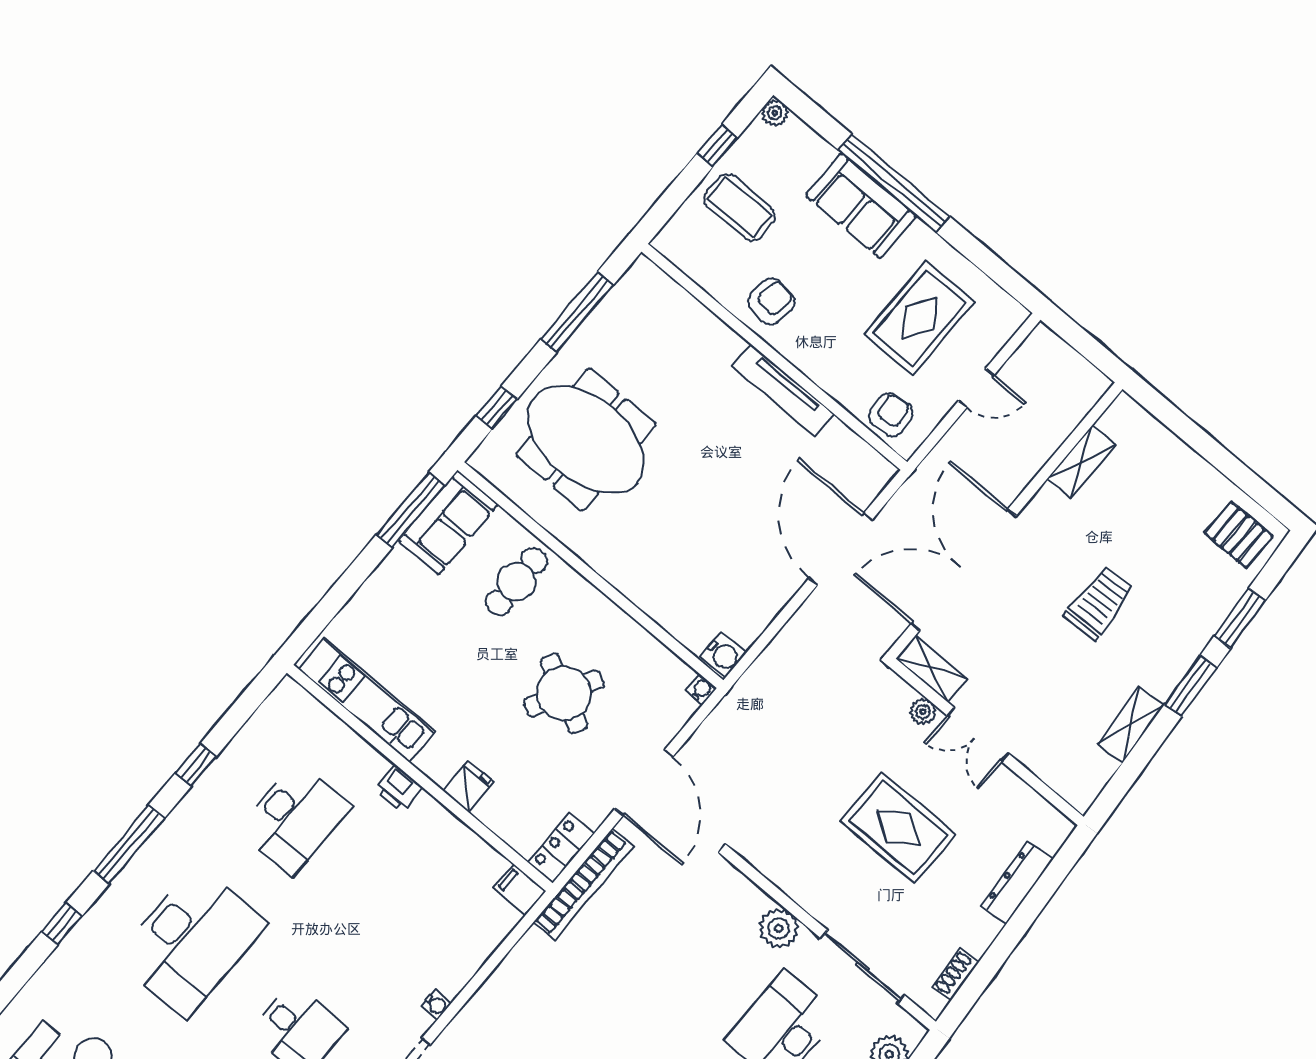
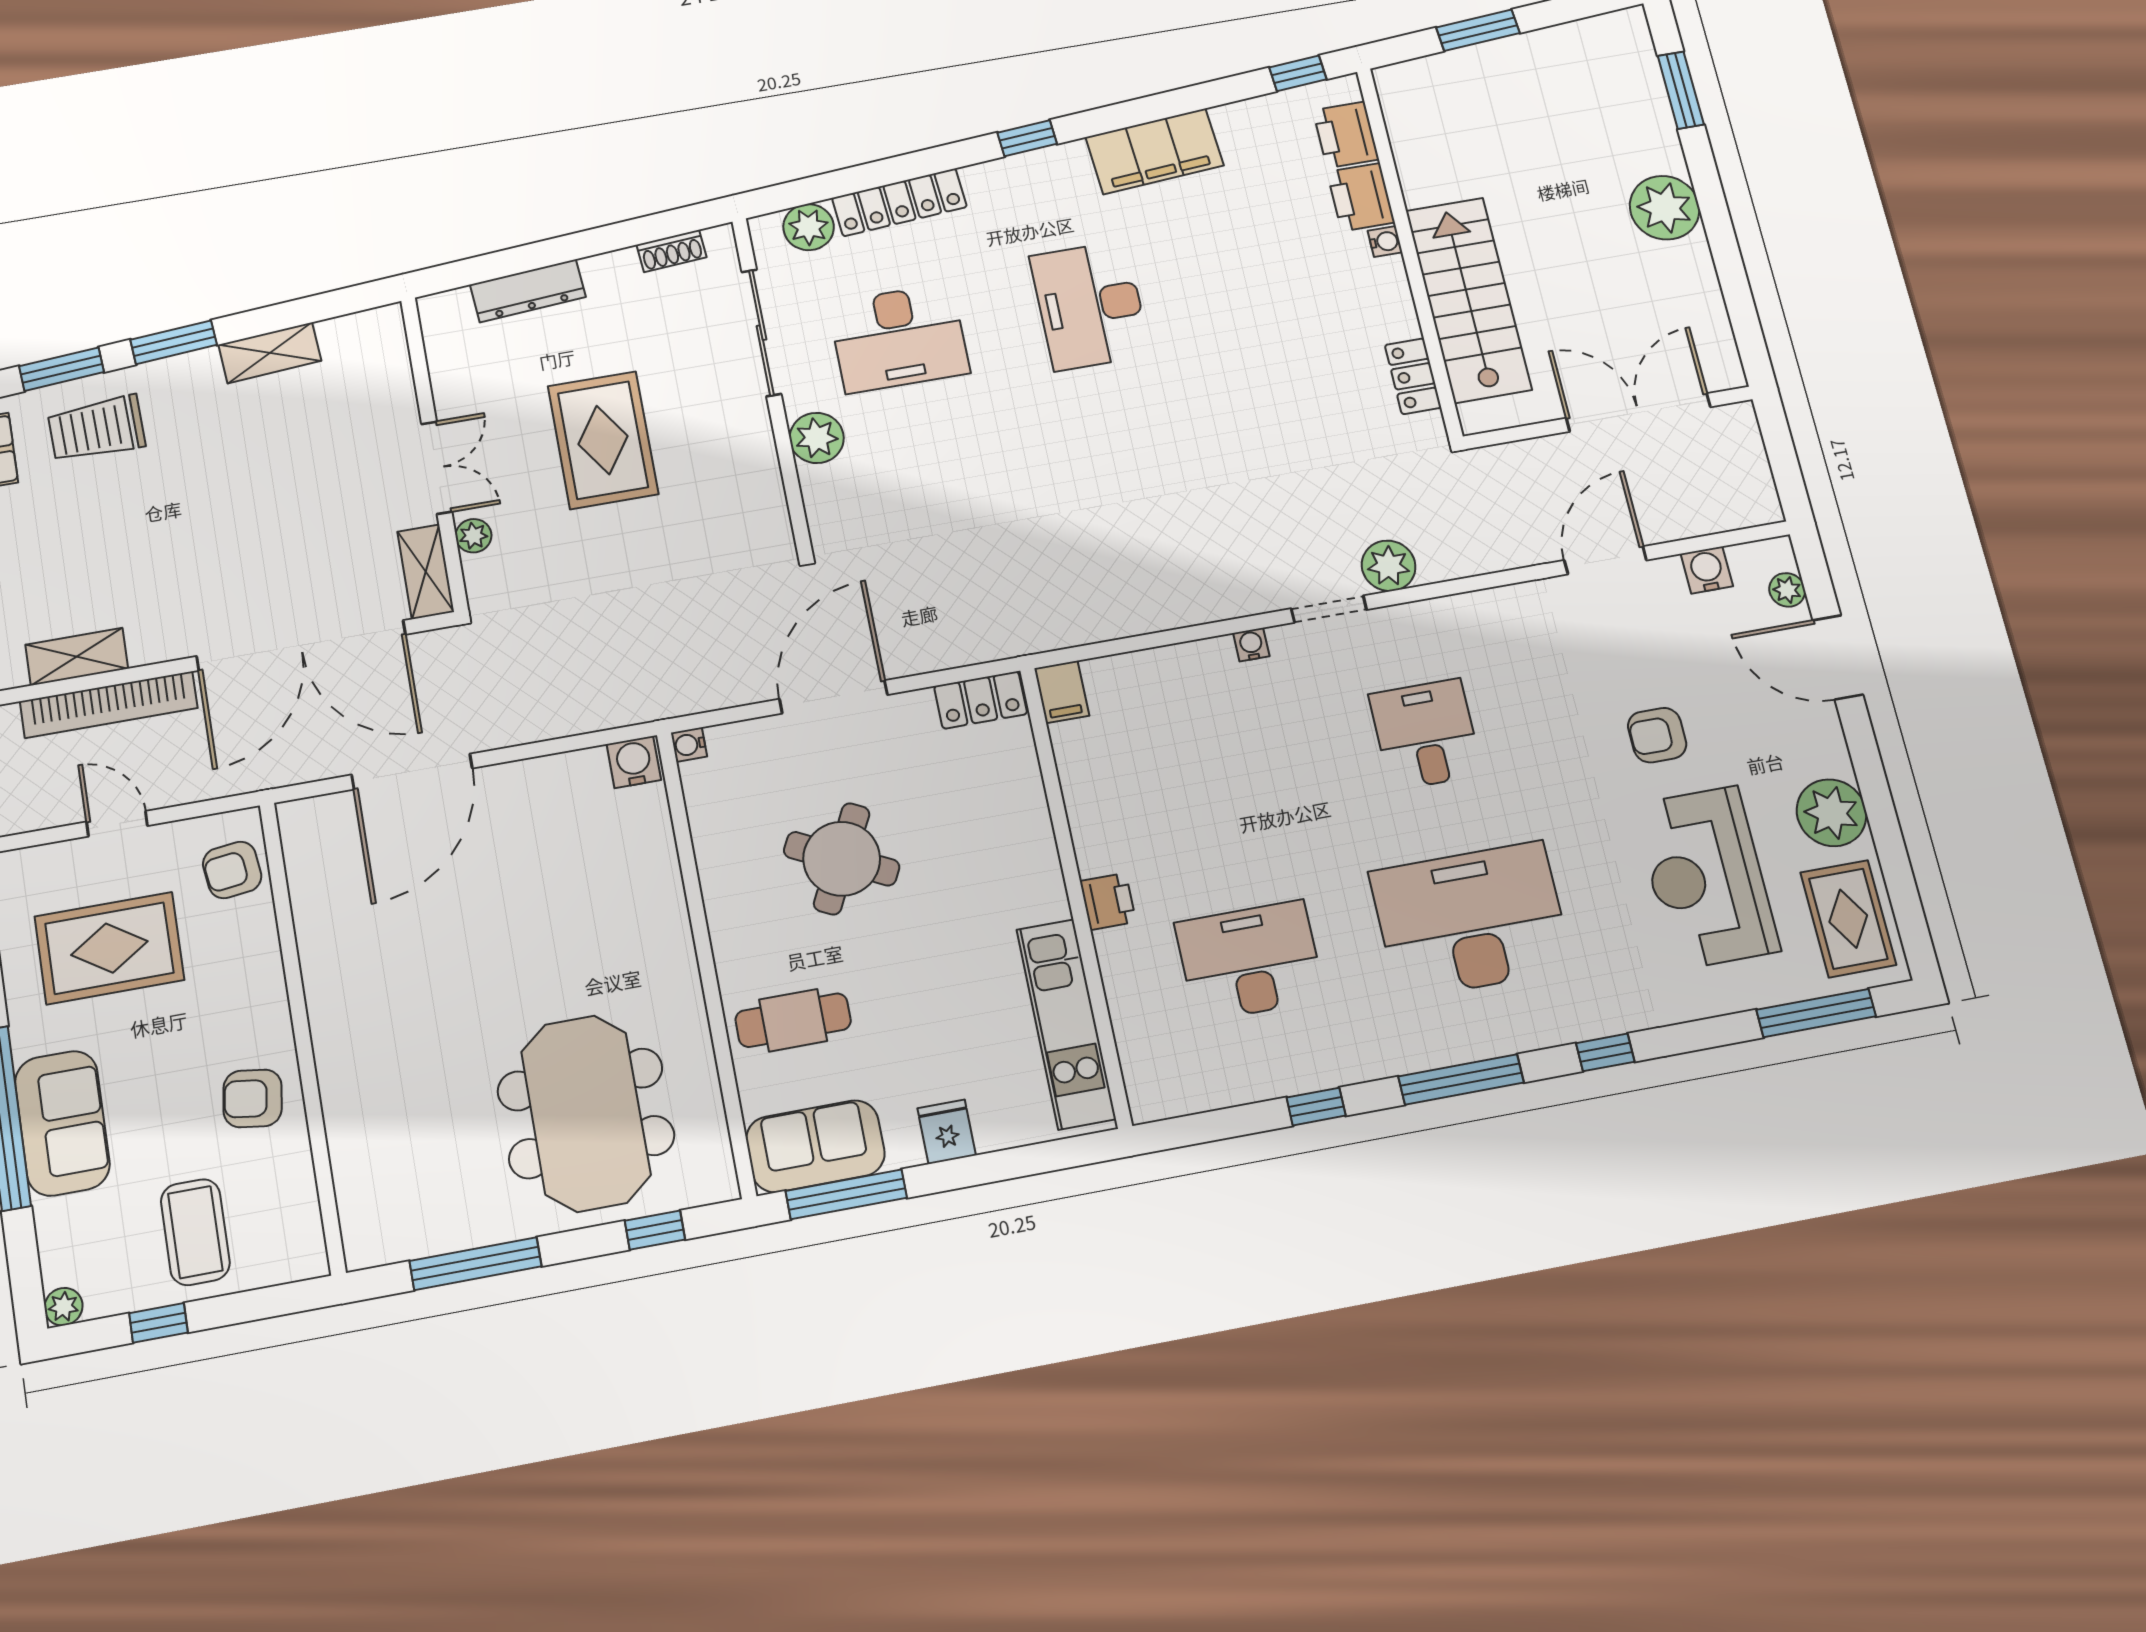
tv unit: (783, 390) -> (324, 991), removed
trolley: (1100, 603) -> (97, 429), moved
fridge: (468, 786) -> (947, 1132), moved, turned 90
bookcase: (583, 884) -> (109, 705), moved, turned 180

